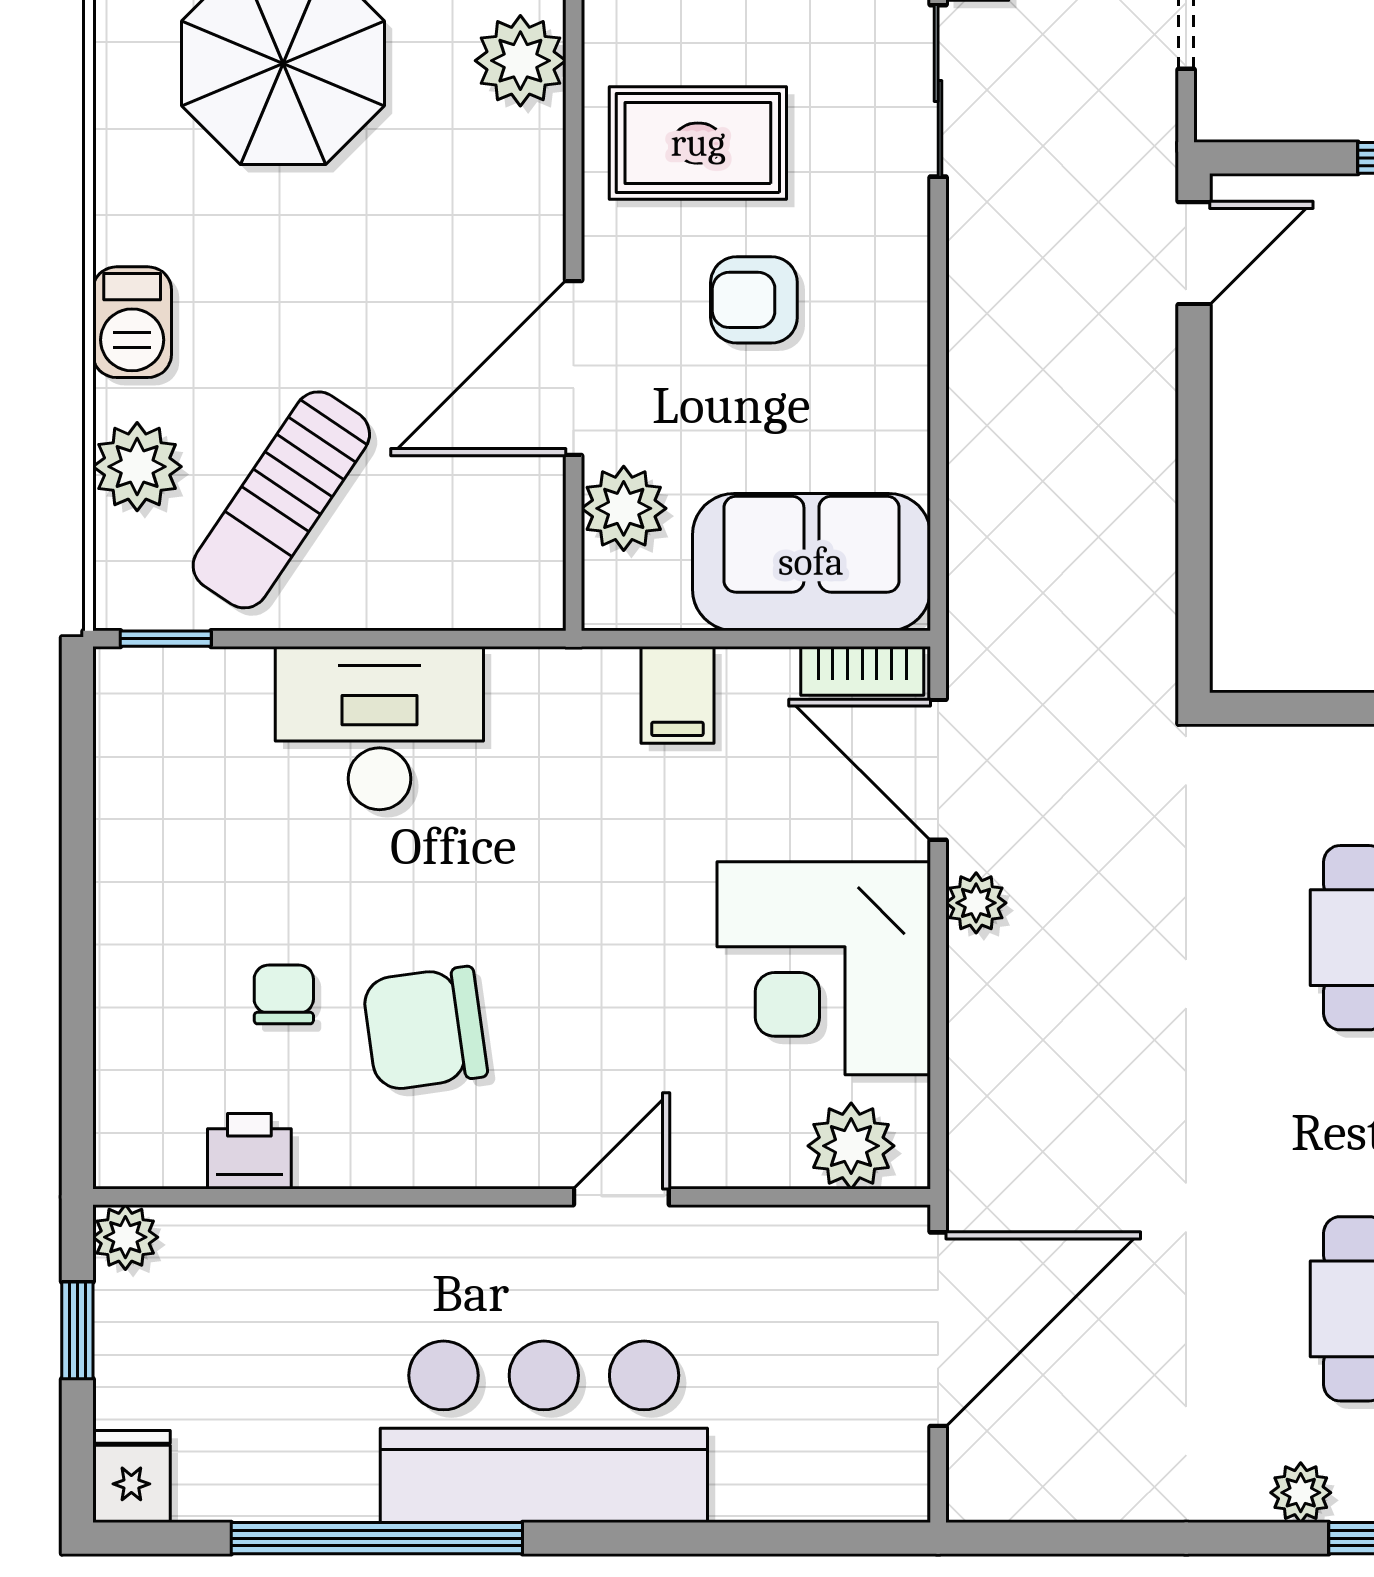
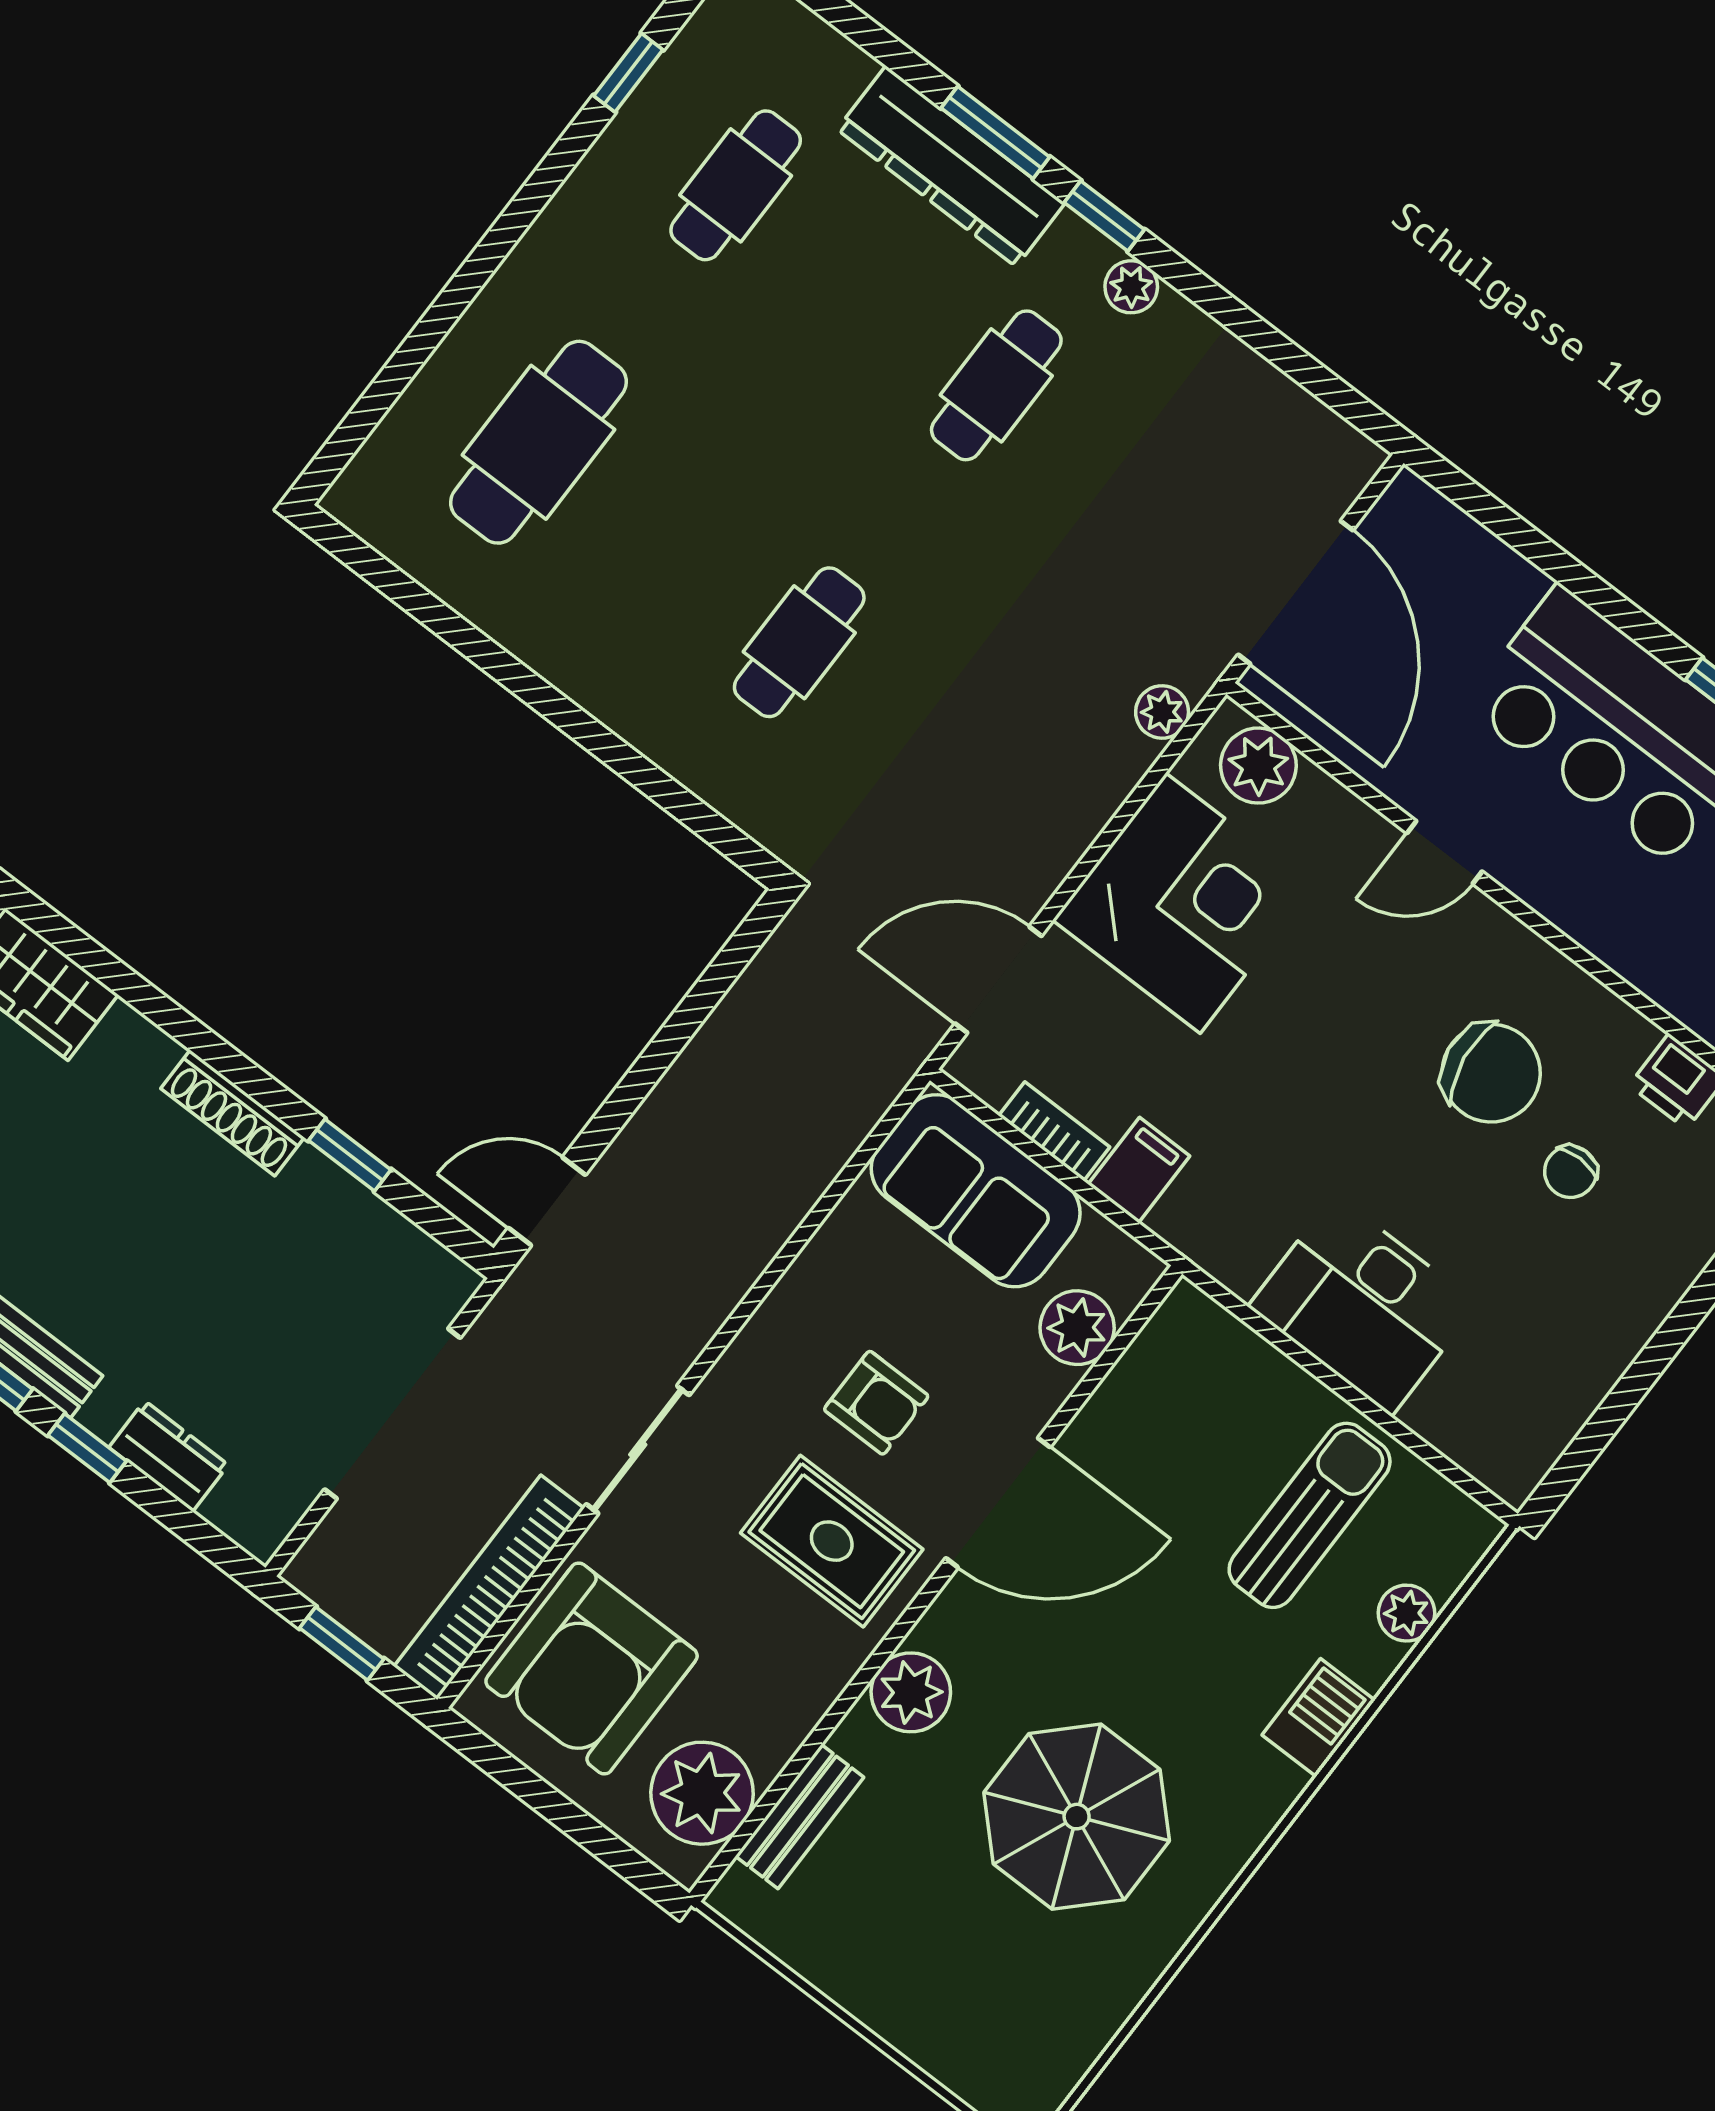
door: (574, 368) -> (998, 1503), moved
plant: (137, 467) -> (1406, 1613), width x0.73, depth x0.73
sun lounger: (281, 500) -> (1310, 1515), turned -34
window: (166, 639) -> (1463, 1481), removed
bookcase: (862, 671) -> (1054, 1131), moved
door: (938, 770) -> (998, 980), swing flipped
plant: (976, 903) -> (1162, 712), moved
door: (938, 1329) -> (1296, 592), swing flipped

